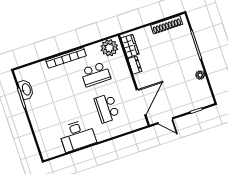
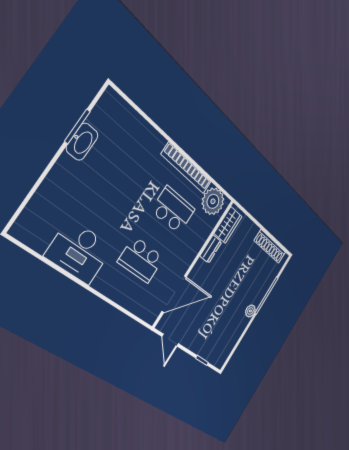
bookcase: (66, 58) -> (187, 168), moved
school desk: (96, 74) -> (173, 210), turned 180
plant: (200, 75) -> (250, 311), moved
washbasin: (26, 90) -> (82, 142), moved
school desk: (107, 108) -> (141, 260), turned -90

